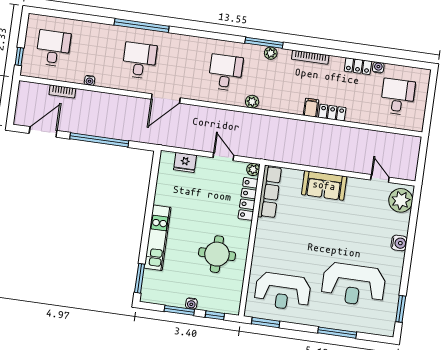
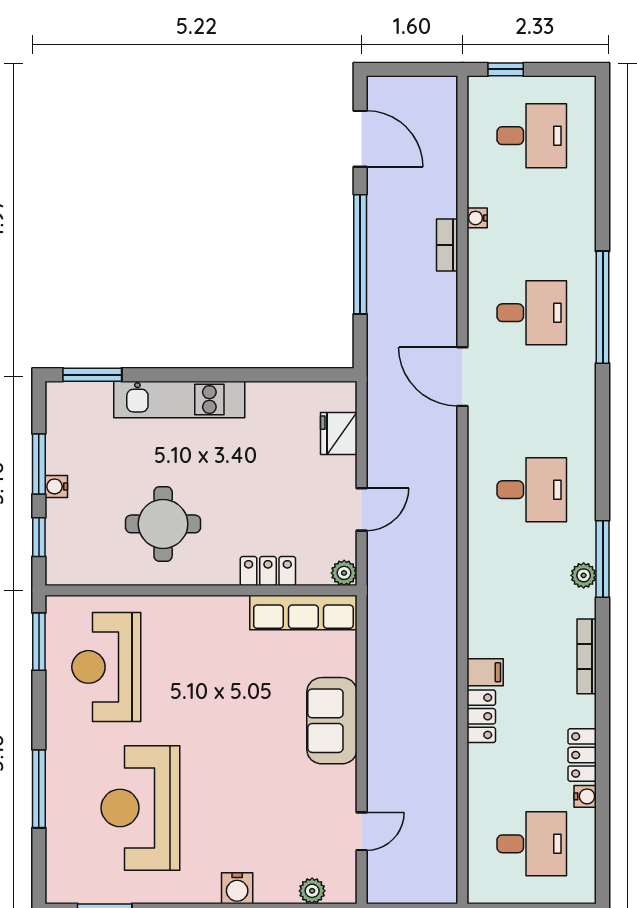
bookcase: (62, 91) -> (447, 245), moved
plant: (252, 102) -> (480, 552), removed
locker: (248, 199) -> (268, 571), width x0.66
plant: (401, 200) -> (312, 891), width x0.53, depth x0.53

